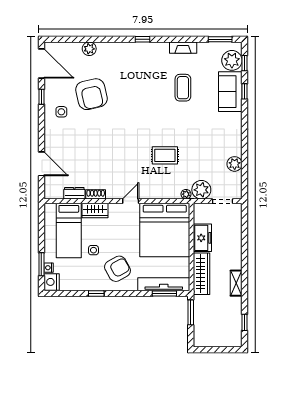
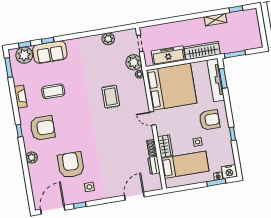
plant: (89, 49) -> (32, 157), moved
armchair: (141, 67) -> (42, 128), added
armchair: (91, 94) -> (71, 165), turned -77
freezer: (202, 238) -> (168, 56), width x1.40
armchair: (117, 269) -> (209, 120), turned 119
shelving: (236, 283) -> (215, 20), moved

